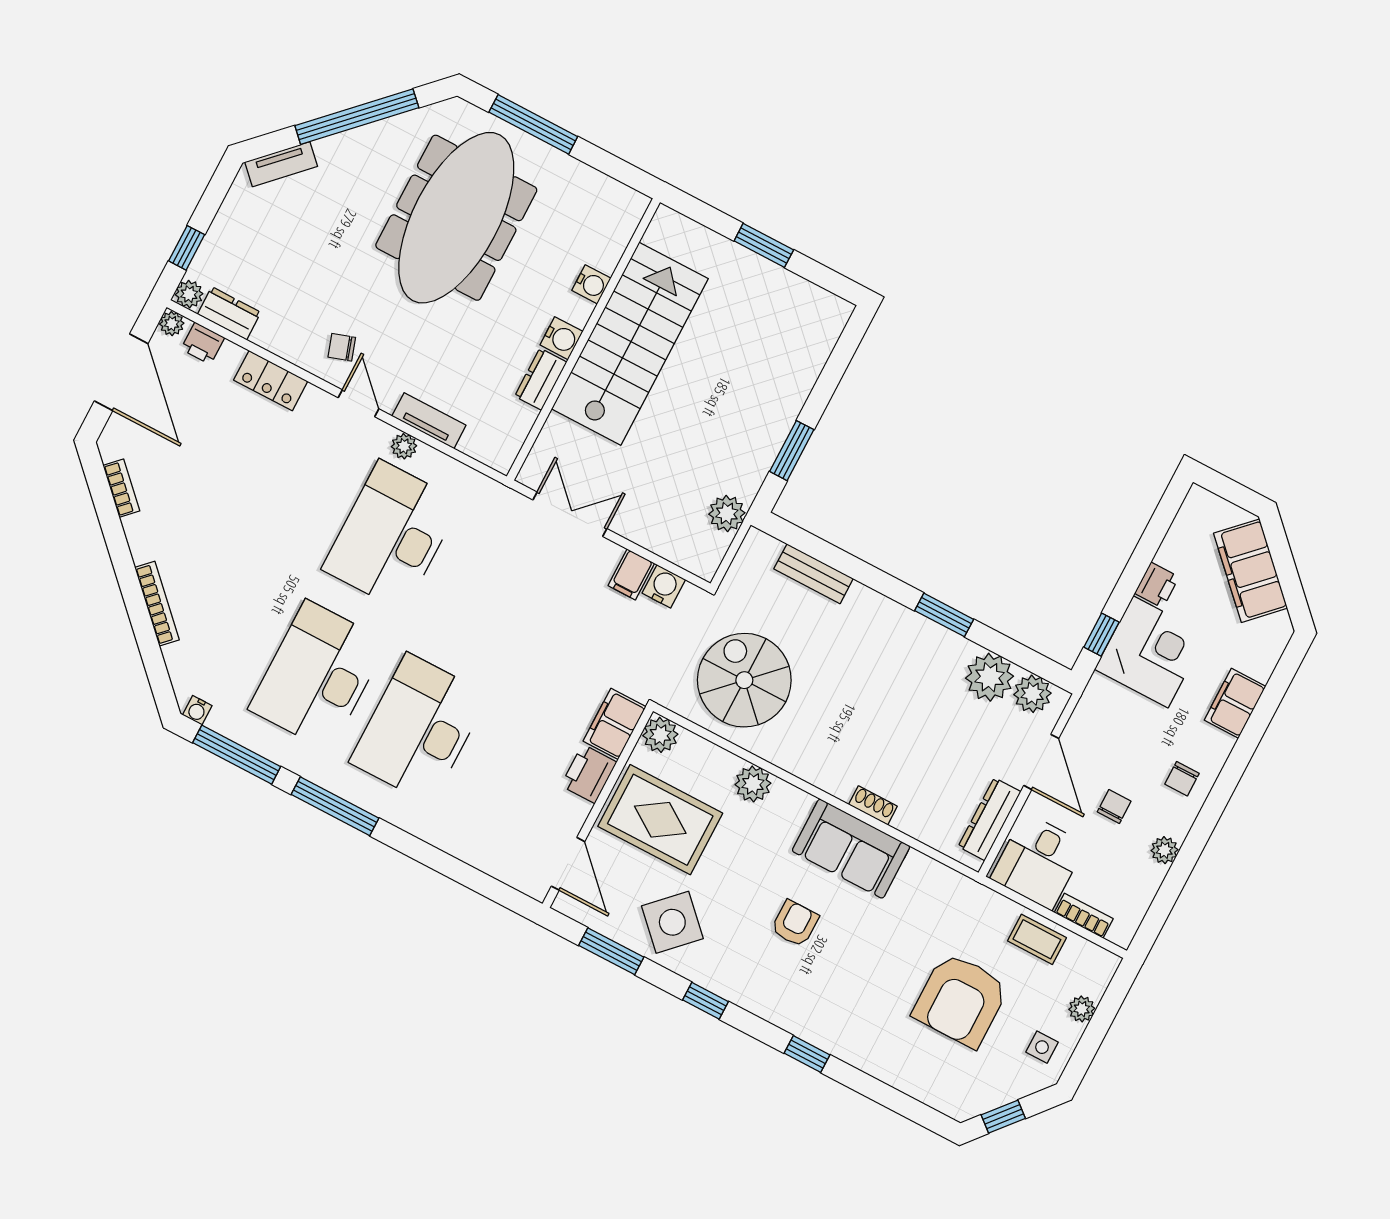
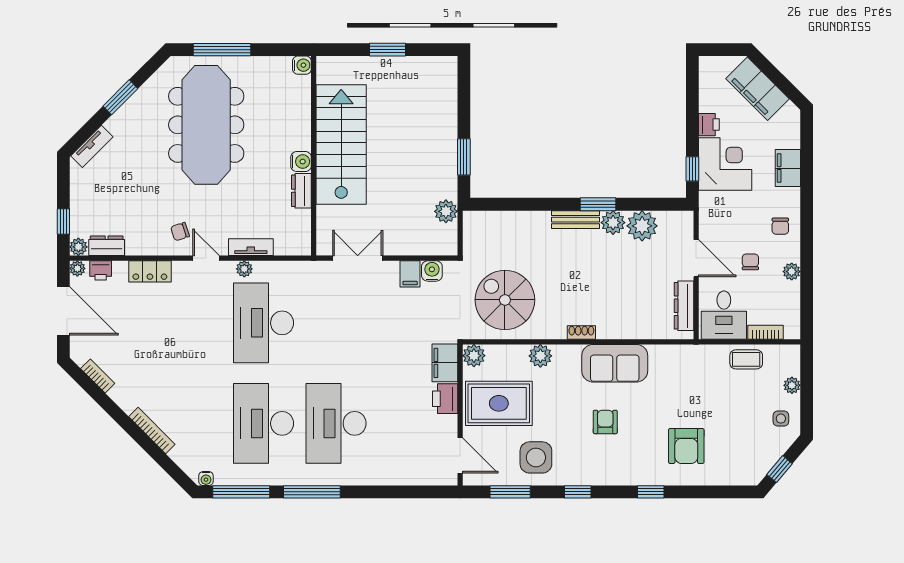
window: (357, 117) -> (120, 97), width x0.47
water cooler: (591, 284) -> (302, 65), moved
bench: (814, 574) -> (576, 220), moved
plant: (1032, 694) -> (613, 223), moved
shoe rack: (873, 805) -> (581, 332), moved
side table: (672, 922) -> (536, 457), turned 45
armchair: (961, 1000) -> (686, 446), moved, width x0.73, depth x0.73

